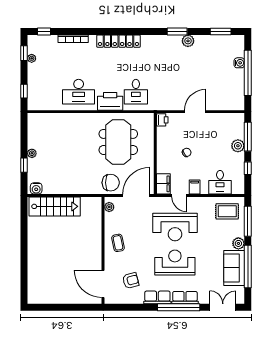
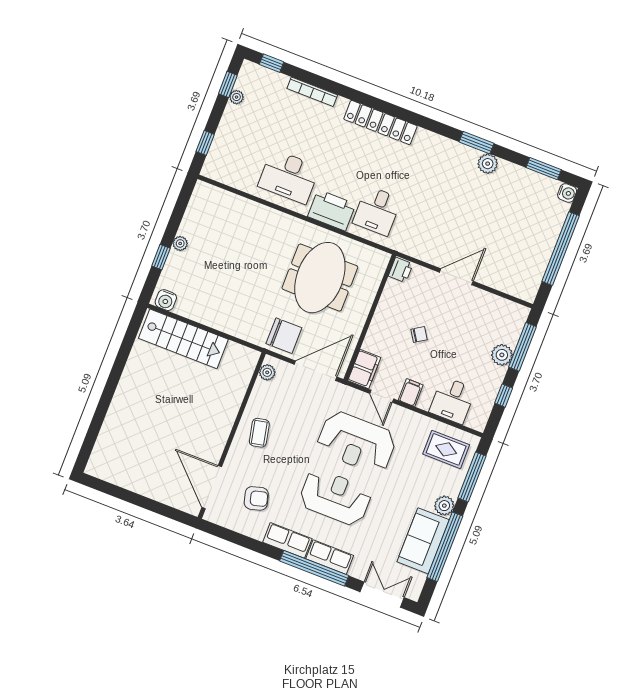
water cooler: (239, 63) -> (567, 193), moved

